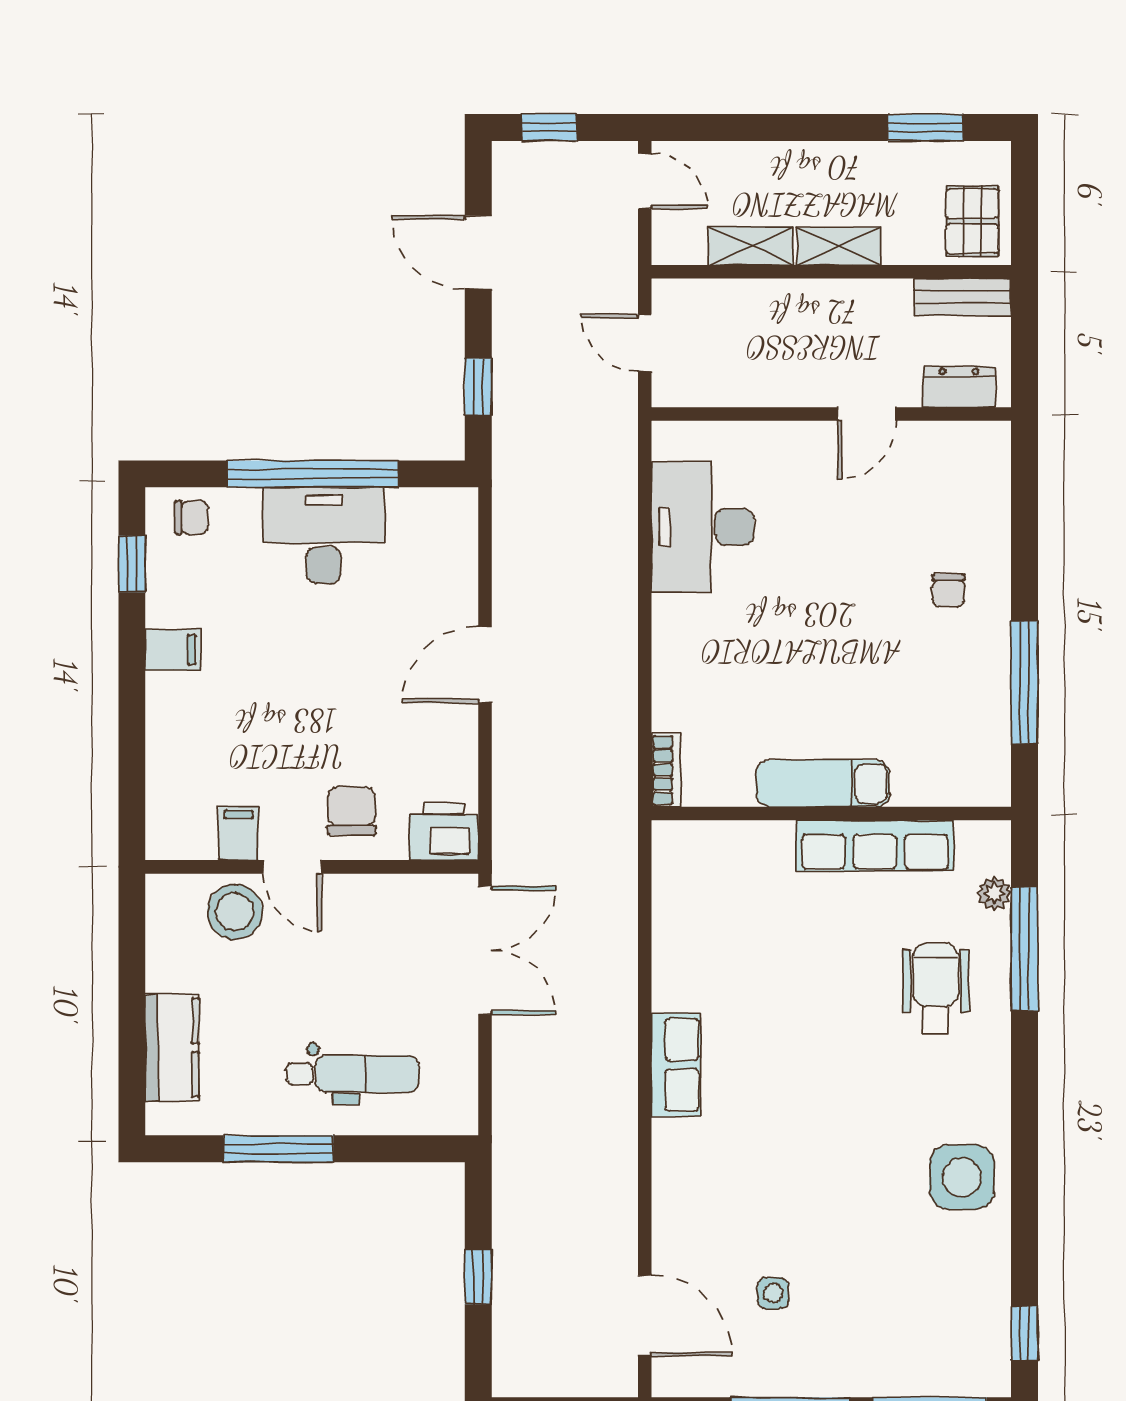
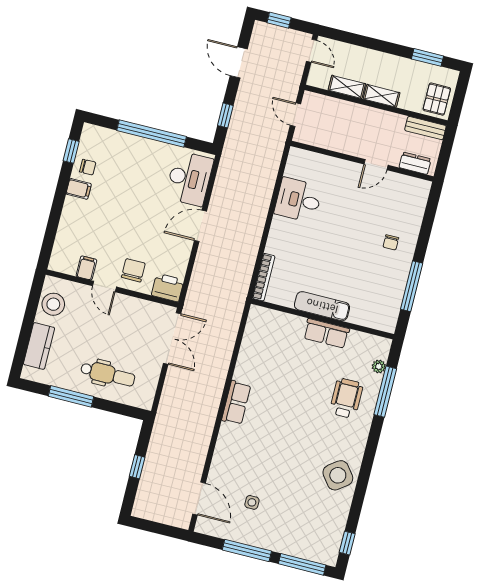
chair: (192, 517) -> (88, 167), moved
desk: (703, 527) -> (298, 200), width x0.73
desk: (324, 535) -> (189, 179), moved, turned 90
bookcase: (666, 770) -> (264, 277), width x1.56
row of seats: (875, 846) -> (326, 333), width x0.68
stool: (235, 912) -> (53, 304), moved
side table: (962, 1177) -> (338, 475), turned -37

